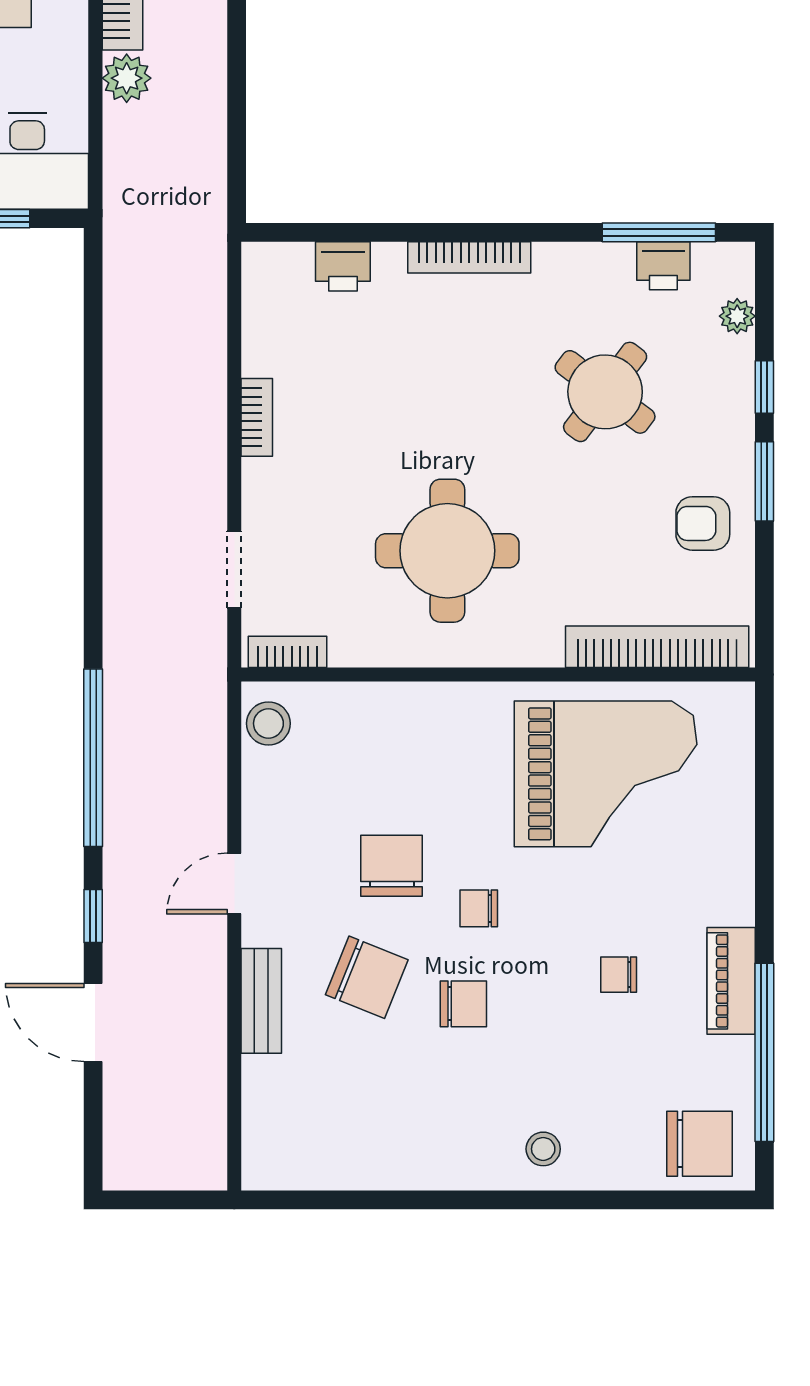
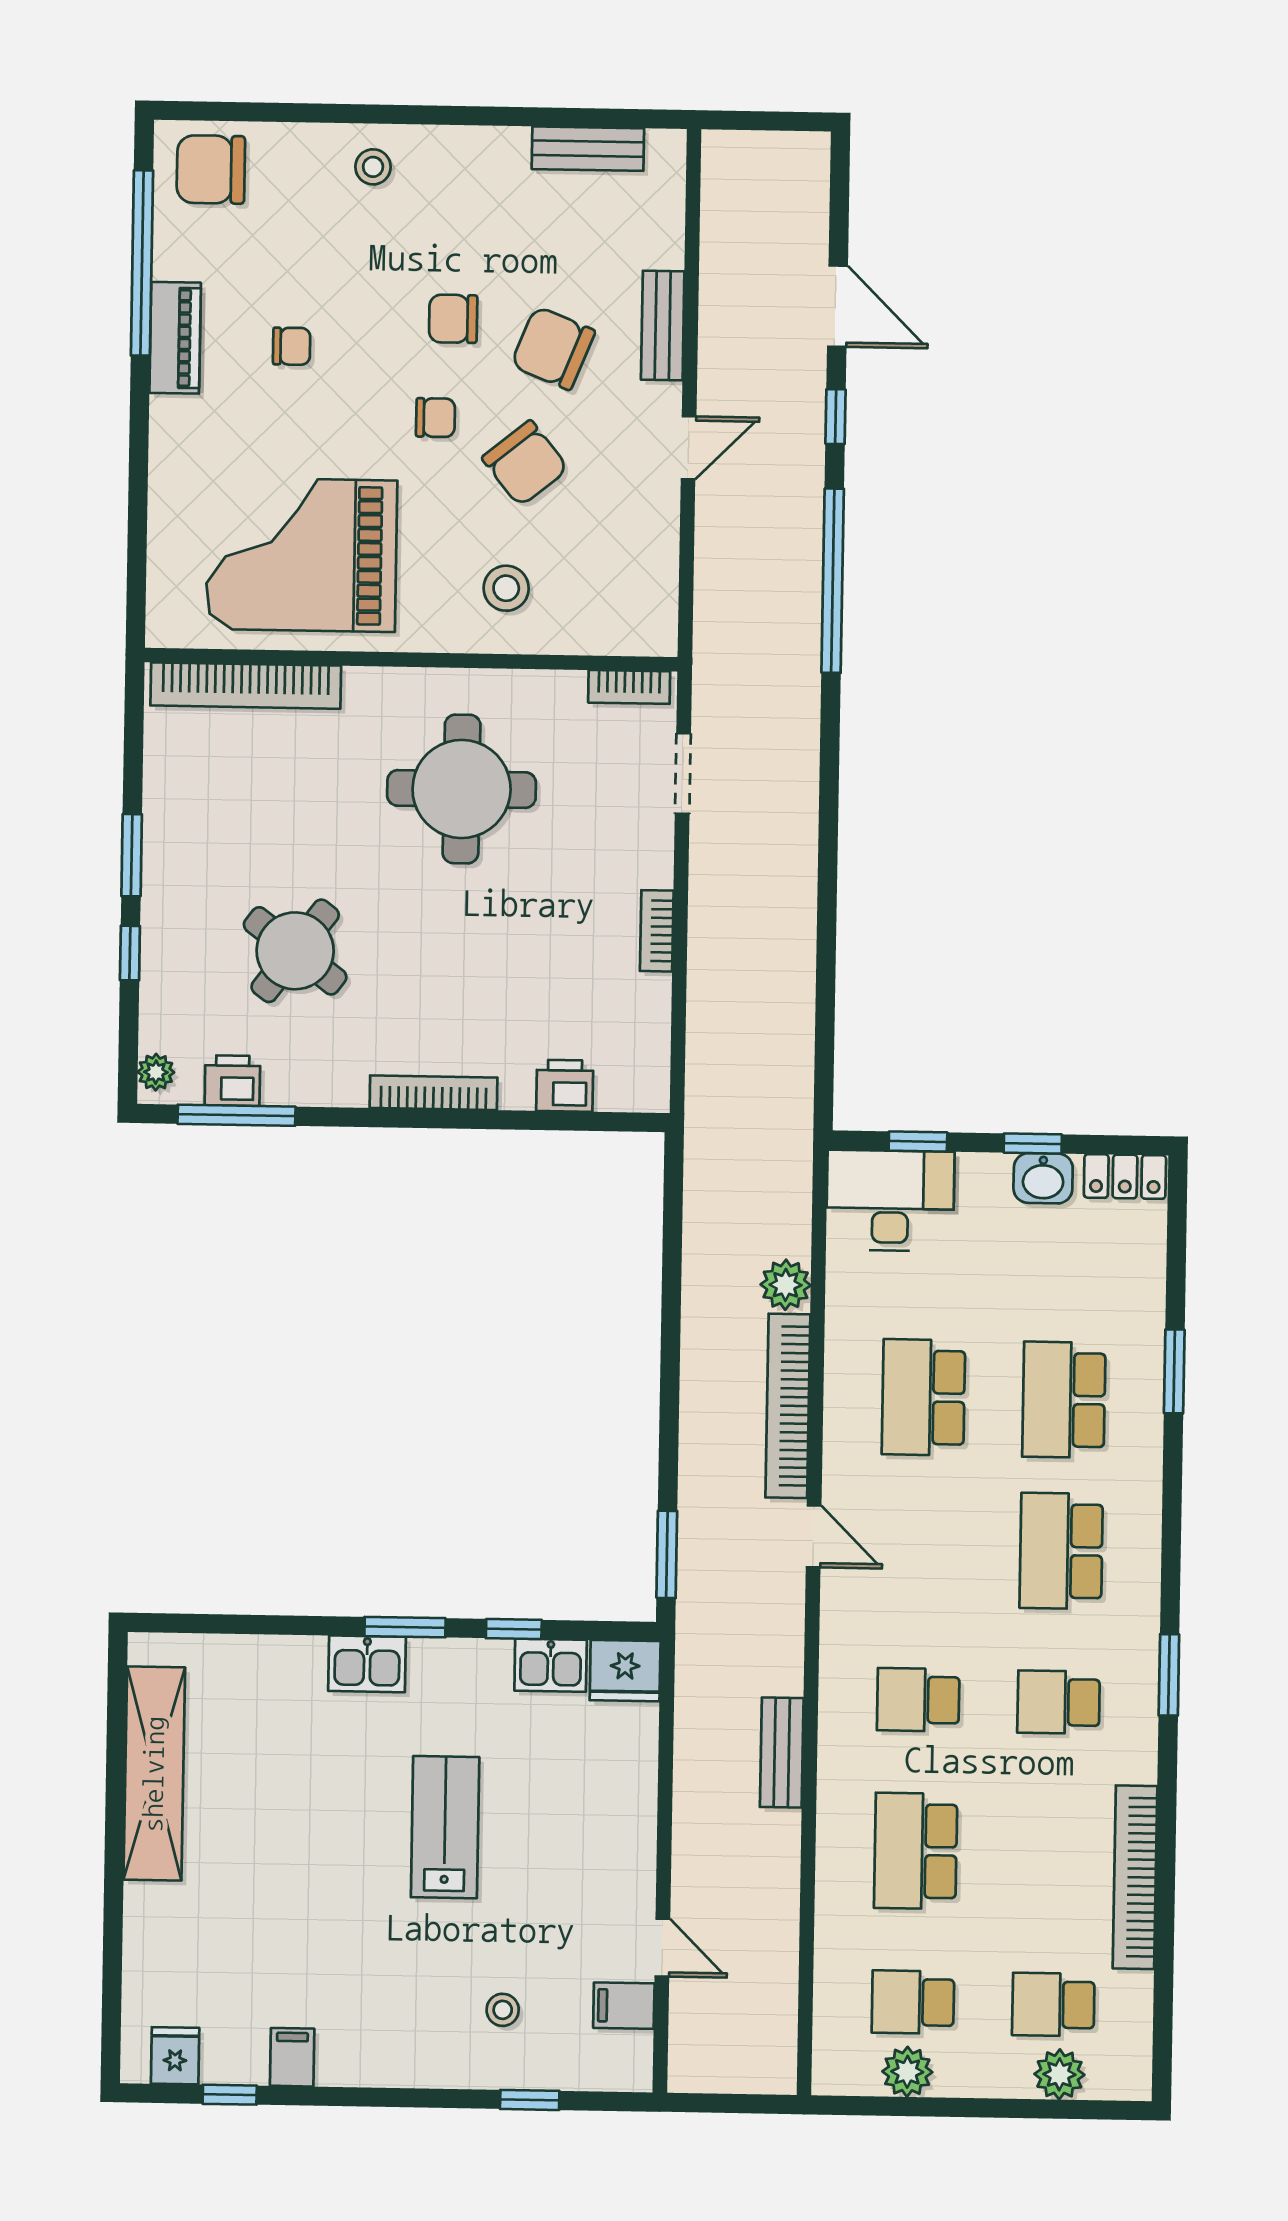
plant: (737, 316) -> (156, 1072), moved
armchair: (703, 523) -> (196, 813), removed
stool: (268, 723) -> (506, 588), moved
chair: (392, 866) -> (525, 463), turned -39
bench: (336, 1170) -> (588, 149), added

